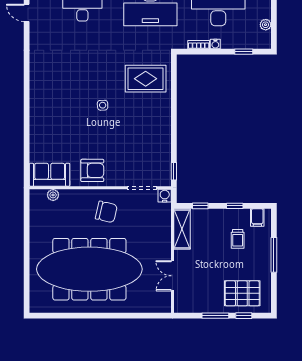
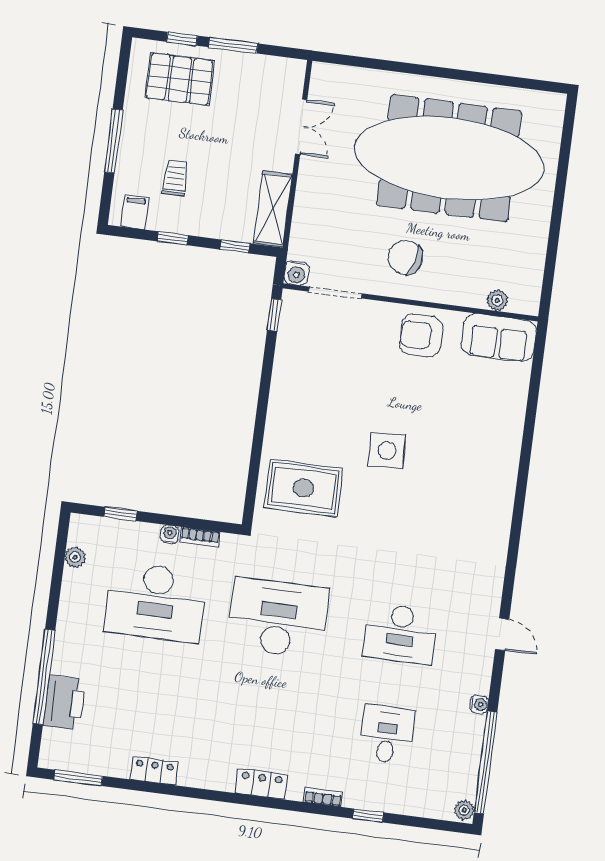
side table: (103, 105) -> (387, 450), width x1.87, depth x1.87

